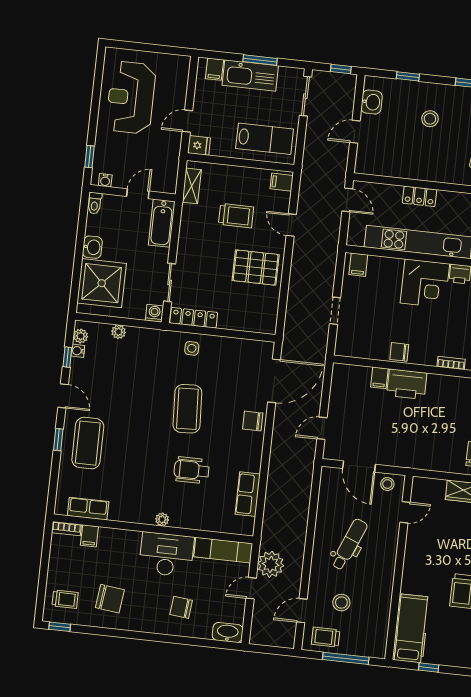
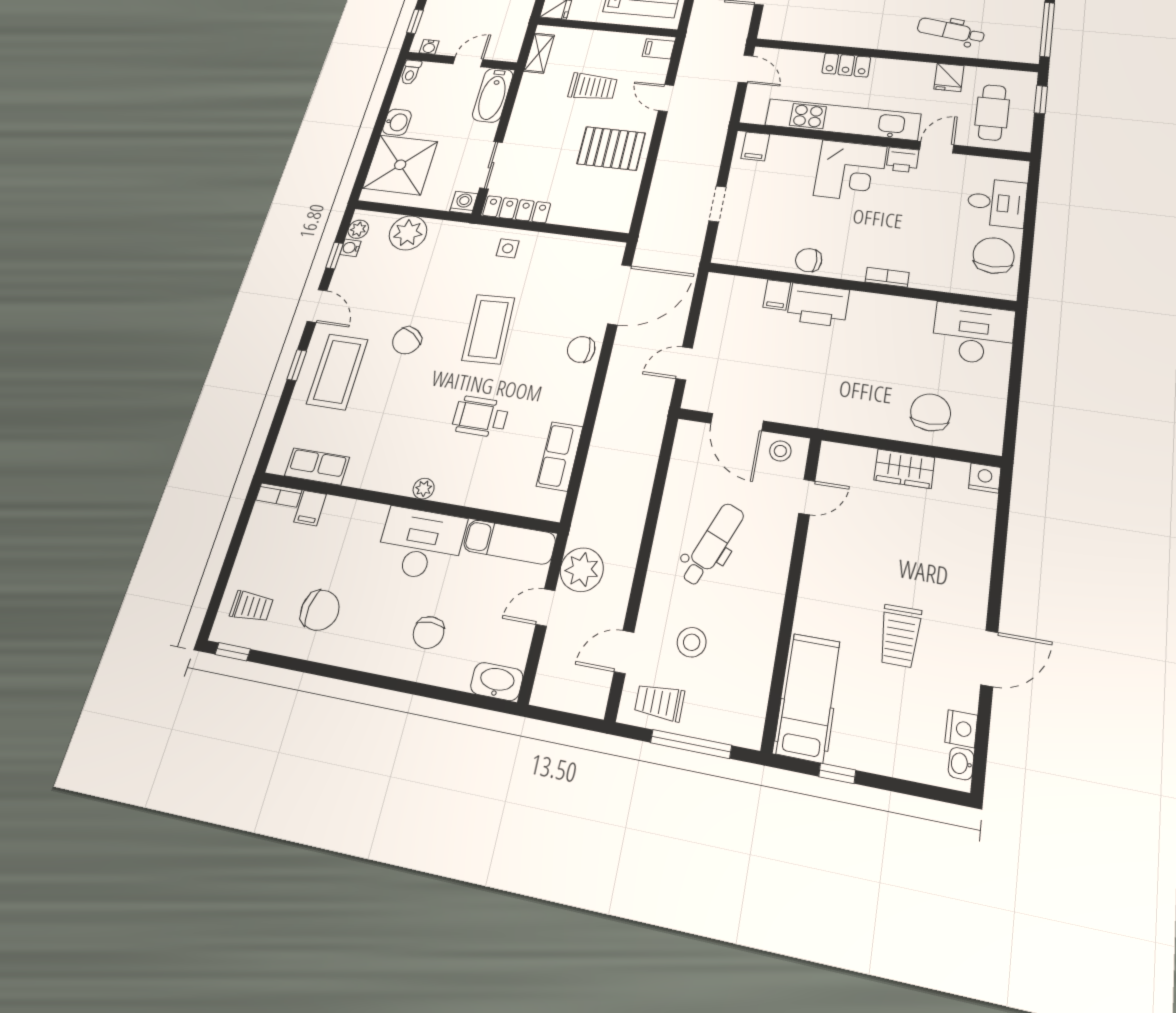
plant: (118, 332) -> (408, 233), width x1.88, depth x1.88
chair: (132, 419) -> (407, 341), added
chair: (181, 607) -> (429, 633), turned -96

